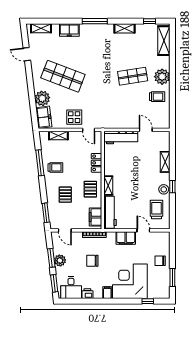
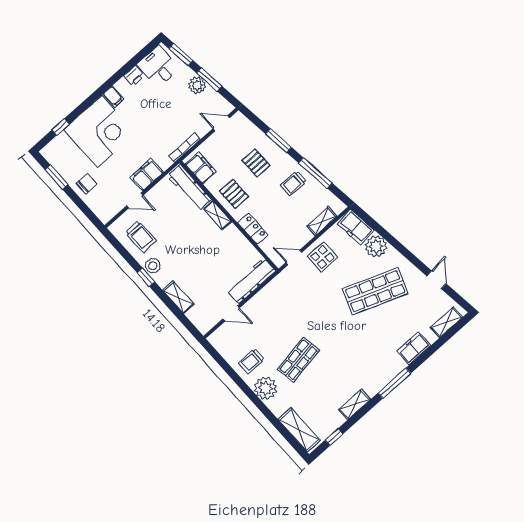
door: (27, 54) -> (437, 280), hinge flipped
window: (46, 213) -> (279, 141), moved
chair: (92, 261) -> (161, 117), removed

